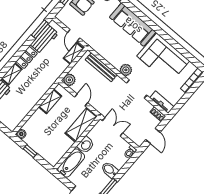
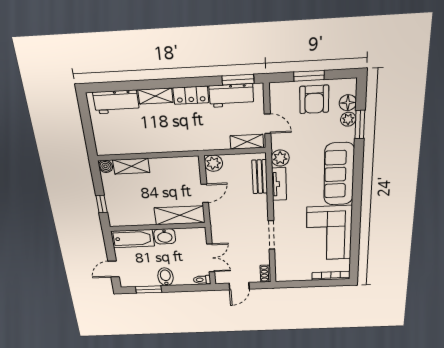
door: (74, 35) -> (267, 124), swing flipped
bench: (101, 67) -> (260, 177), width x0.73
plant: (126, 70) -> (280, 158), moved
shelving: (50, 101) -> (131, 166), moved
tv unit: (162, 102) -> (279, 184), moved
double door: (113, 127) -> (211, 258), moved
window: (30, 151) -> (102, 204), moved

